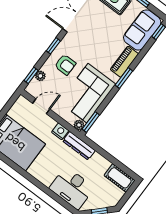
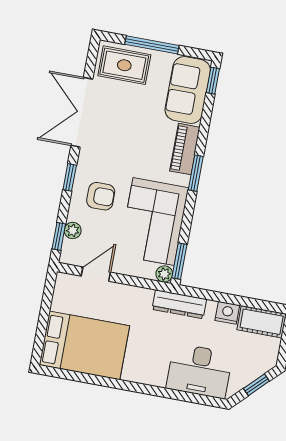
nightstand: (60, 131) -> (227, 313), moved

